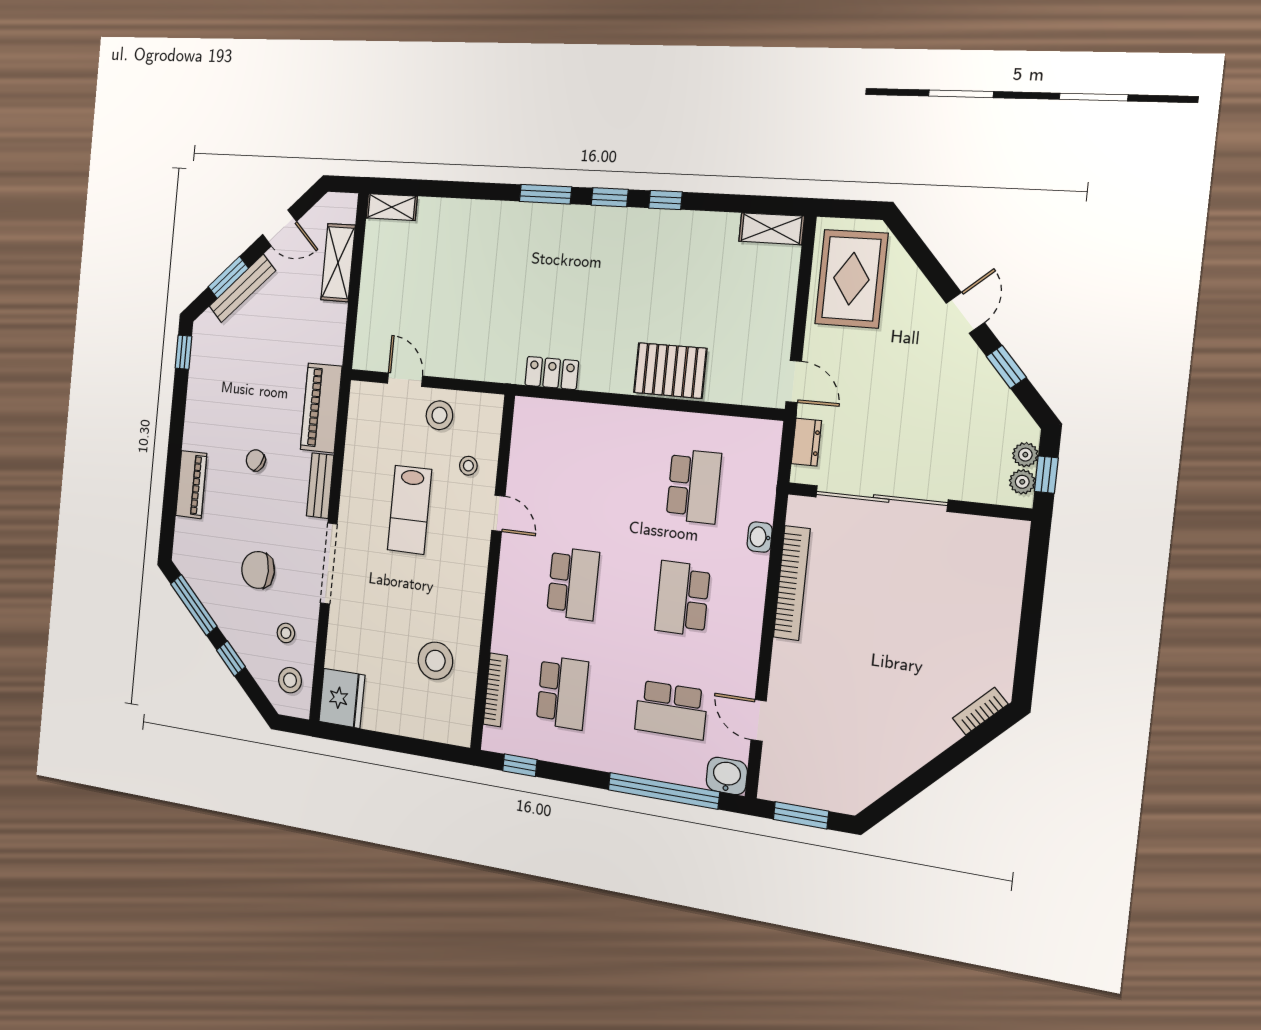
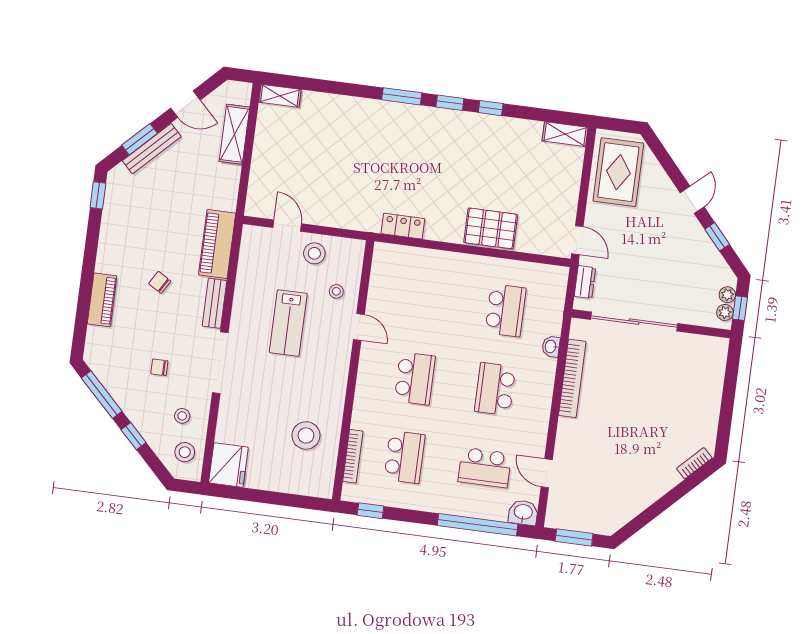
chair: (258, 570) -> (159, 367), width x0.54, depth x0.54

